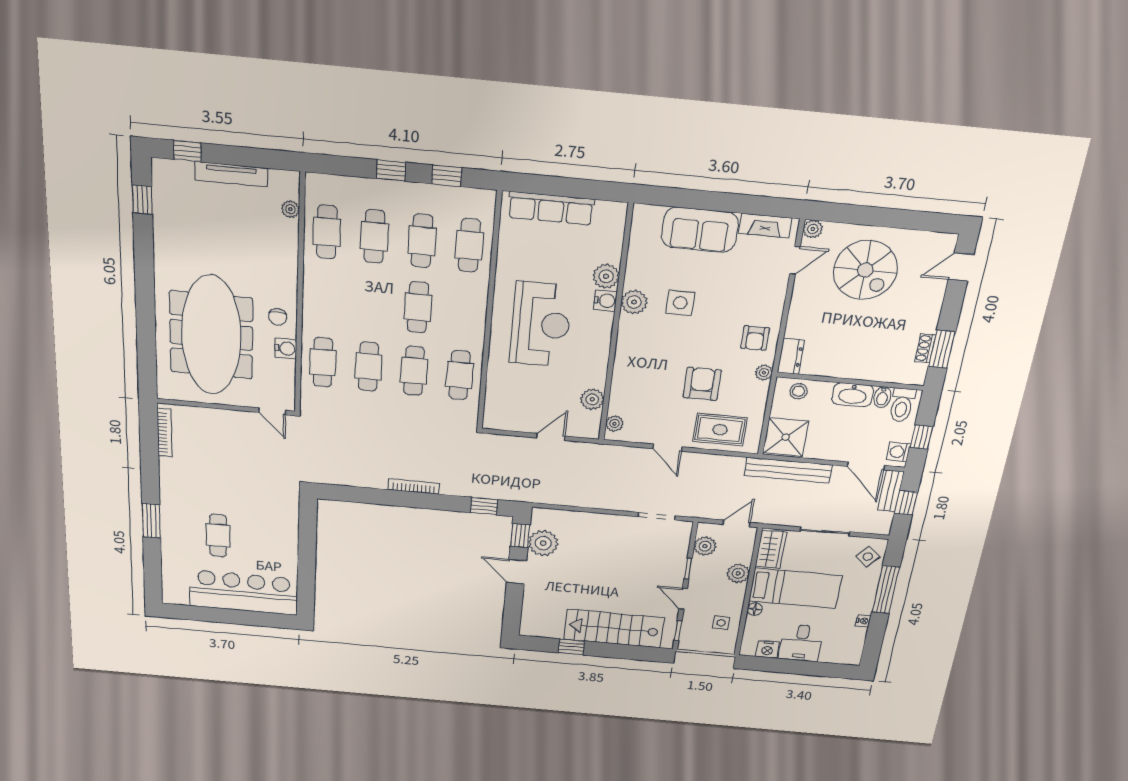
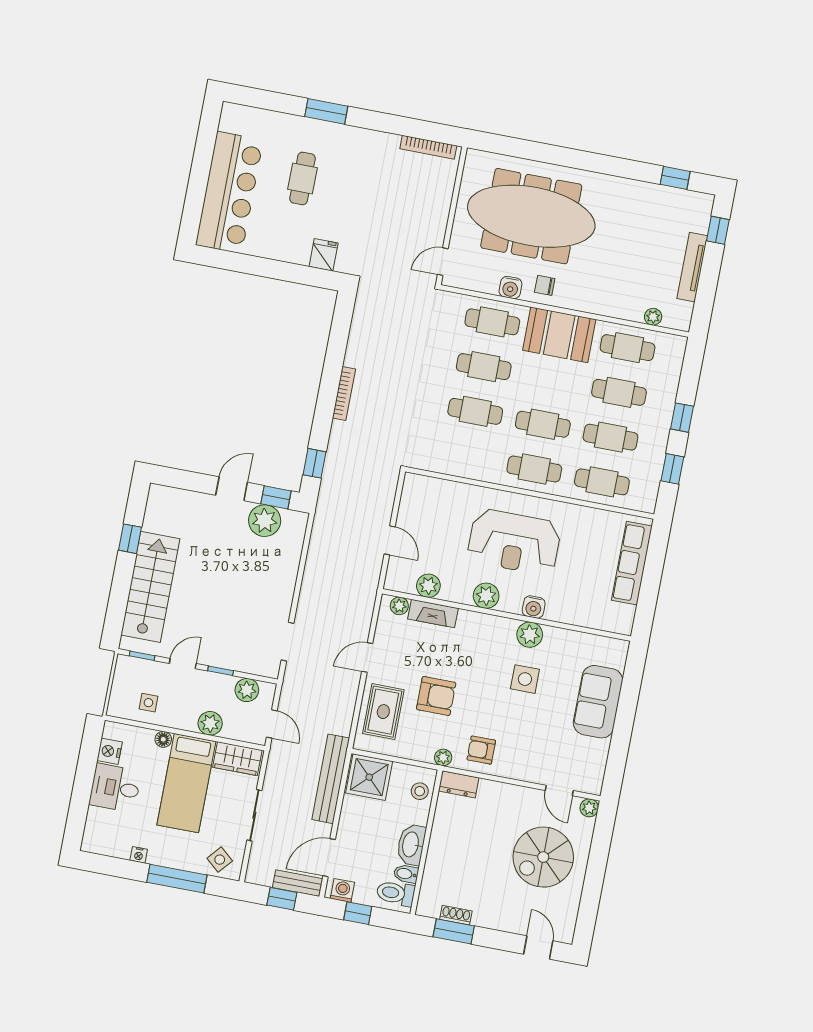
fireplace: (765, 226) -> (433, 614), moved, turned -90
plant: (606, 276) -> (486, 596), moved
booth: (325, 299) -> (559, 335), added
cafe table: (460, 375) -> (534, 469), moved
fridge: (286, 513) -> (324, 255), added
cafe table: (218, 535) -> (303, 178), turned 90

